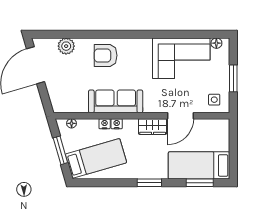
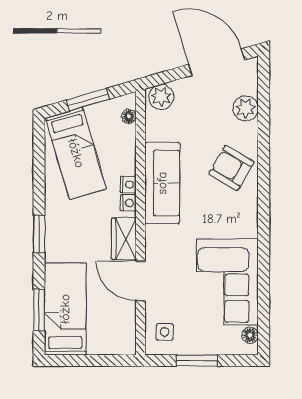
armchair: (106, 55) -> (231, 168), turned -60
plant: (59, 102) -> (161, 97), added
nightstand: (105, 124) -> (128, 203), moved

